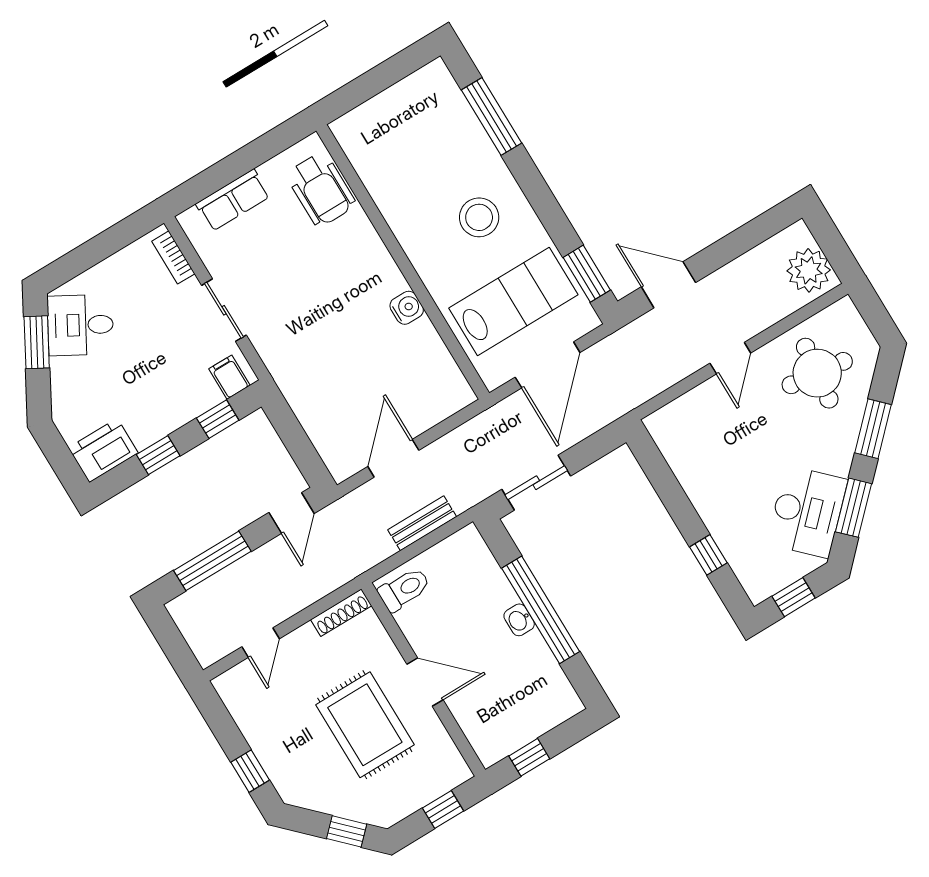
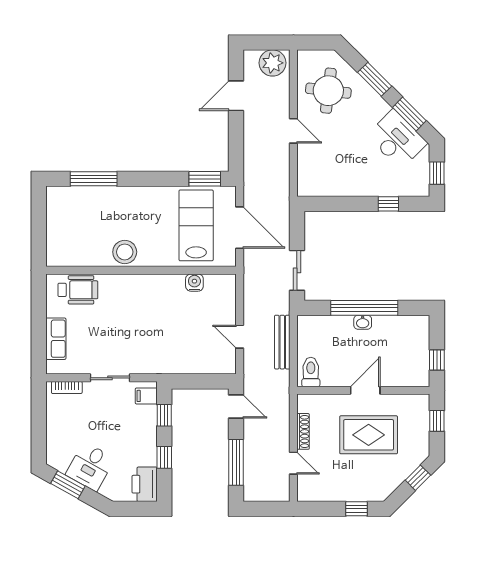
stool: (479, 217) -> (125, 252), moved
door: (669, 285) -> (236, 96), moved
water cooler: (407, 308) -> (194, 283), moved
desk: (80, 325) -> (90, 467), moved
door: (393, 458) -> (240, 337), width x0.73
bench: (422, 523) -> (282, 342), width x1.36
shoe rack: (341, 613) -> (303, 431), moved

